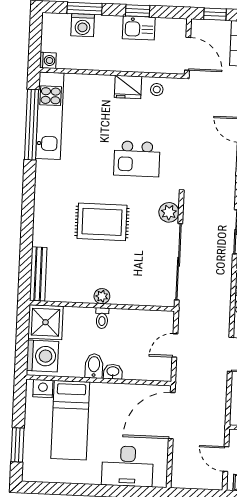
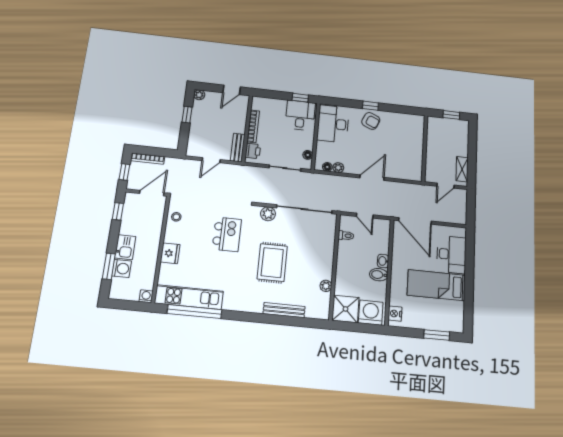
window: (138, 11) -> (118, 211), moved
kitchen sink: (139, 28) -> (125, 247), moved
fridge: (128, 87) -> (170, 253), moved
bench: (38, 274) -> (284, 310), moved
plant: (102, 296) -> (326, 286), moved
toilet: (102, 318) -> (346, 236), moved
bed: (70, 420) -> (436, 285), moved, turned 180

